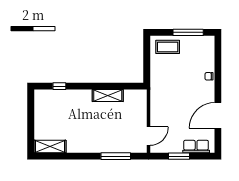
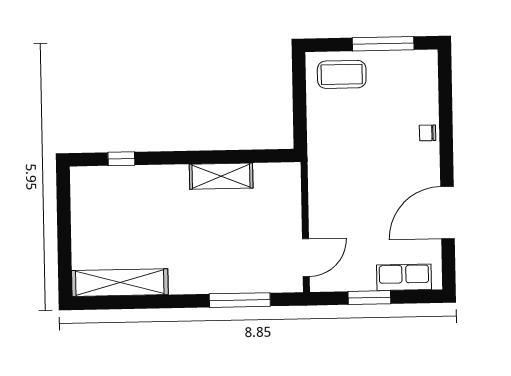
shelving: (50, 146) -> (120, 283), width x1.47

